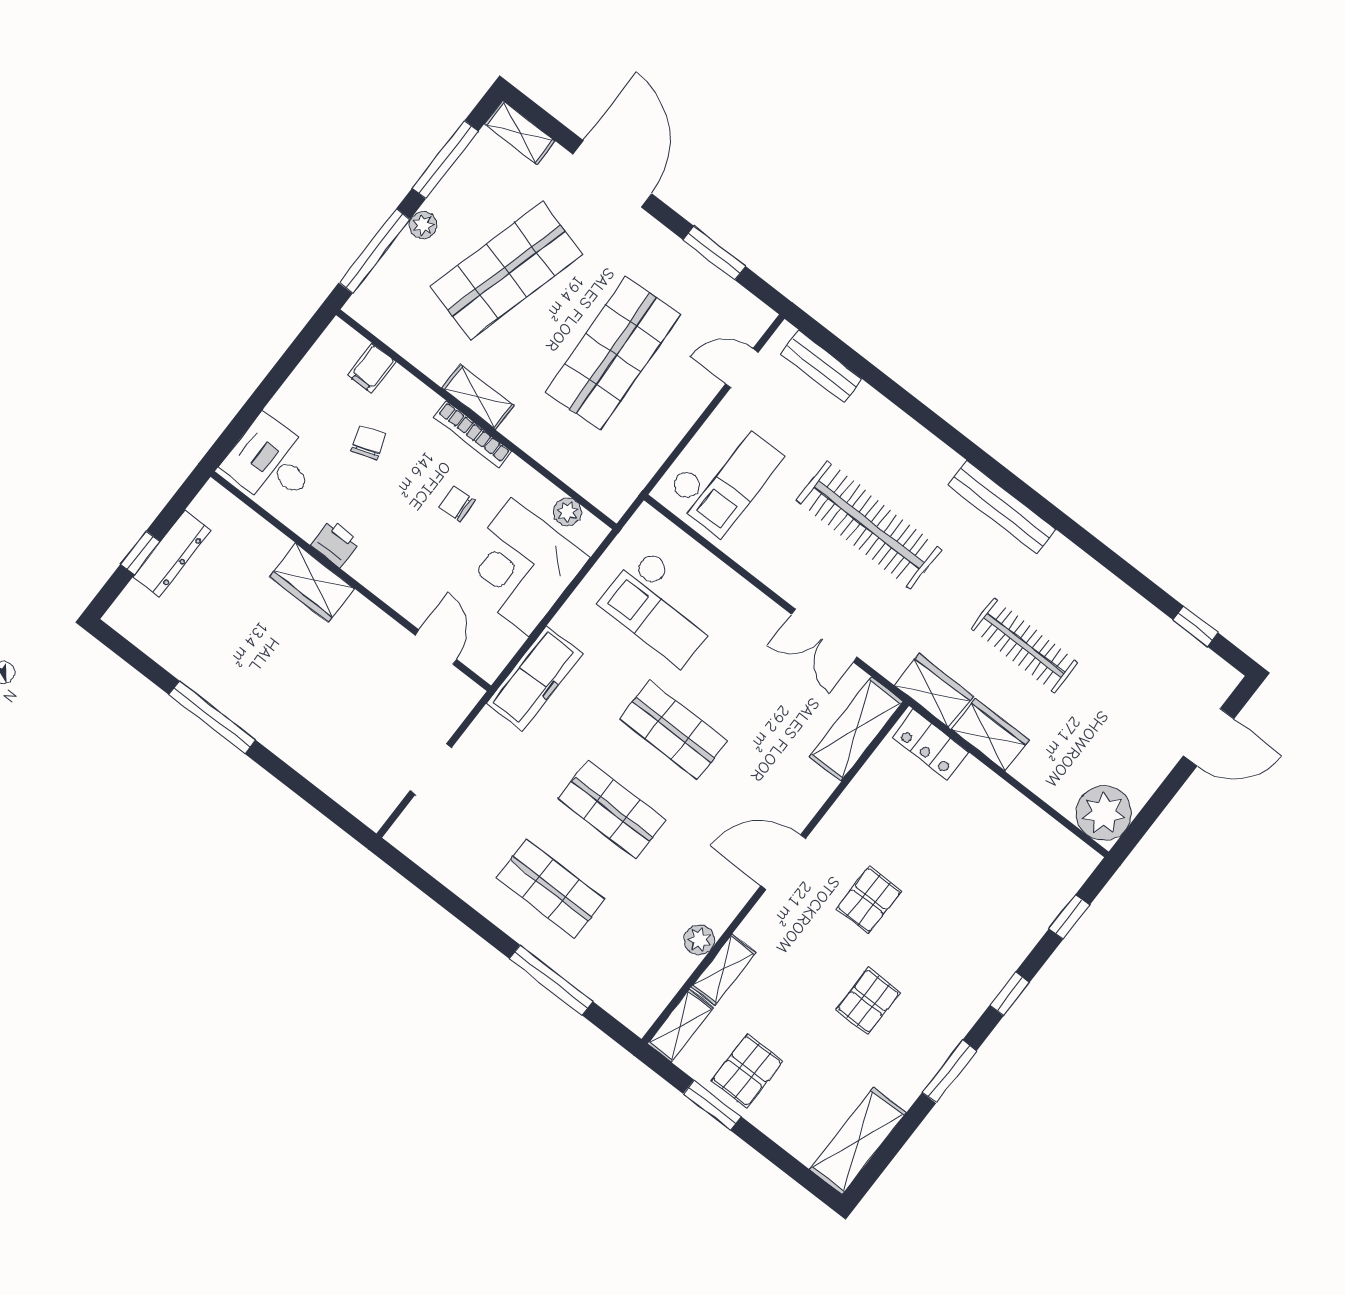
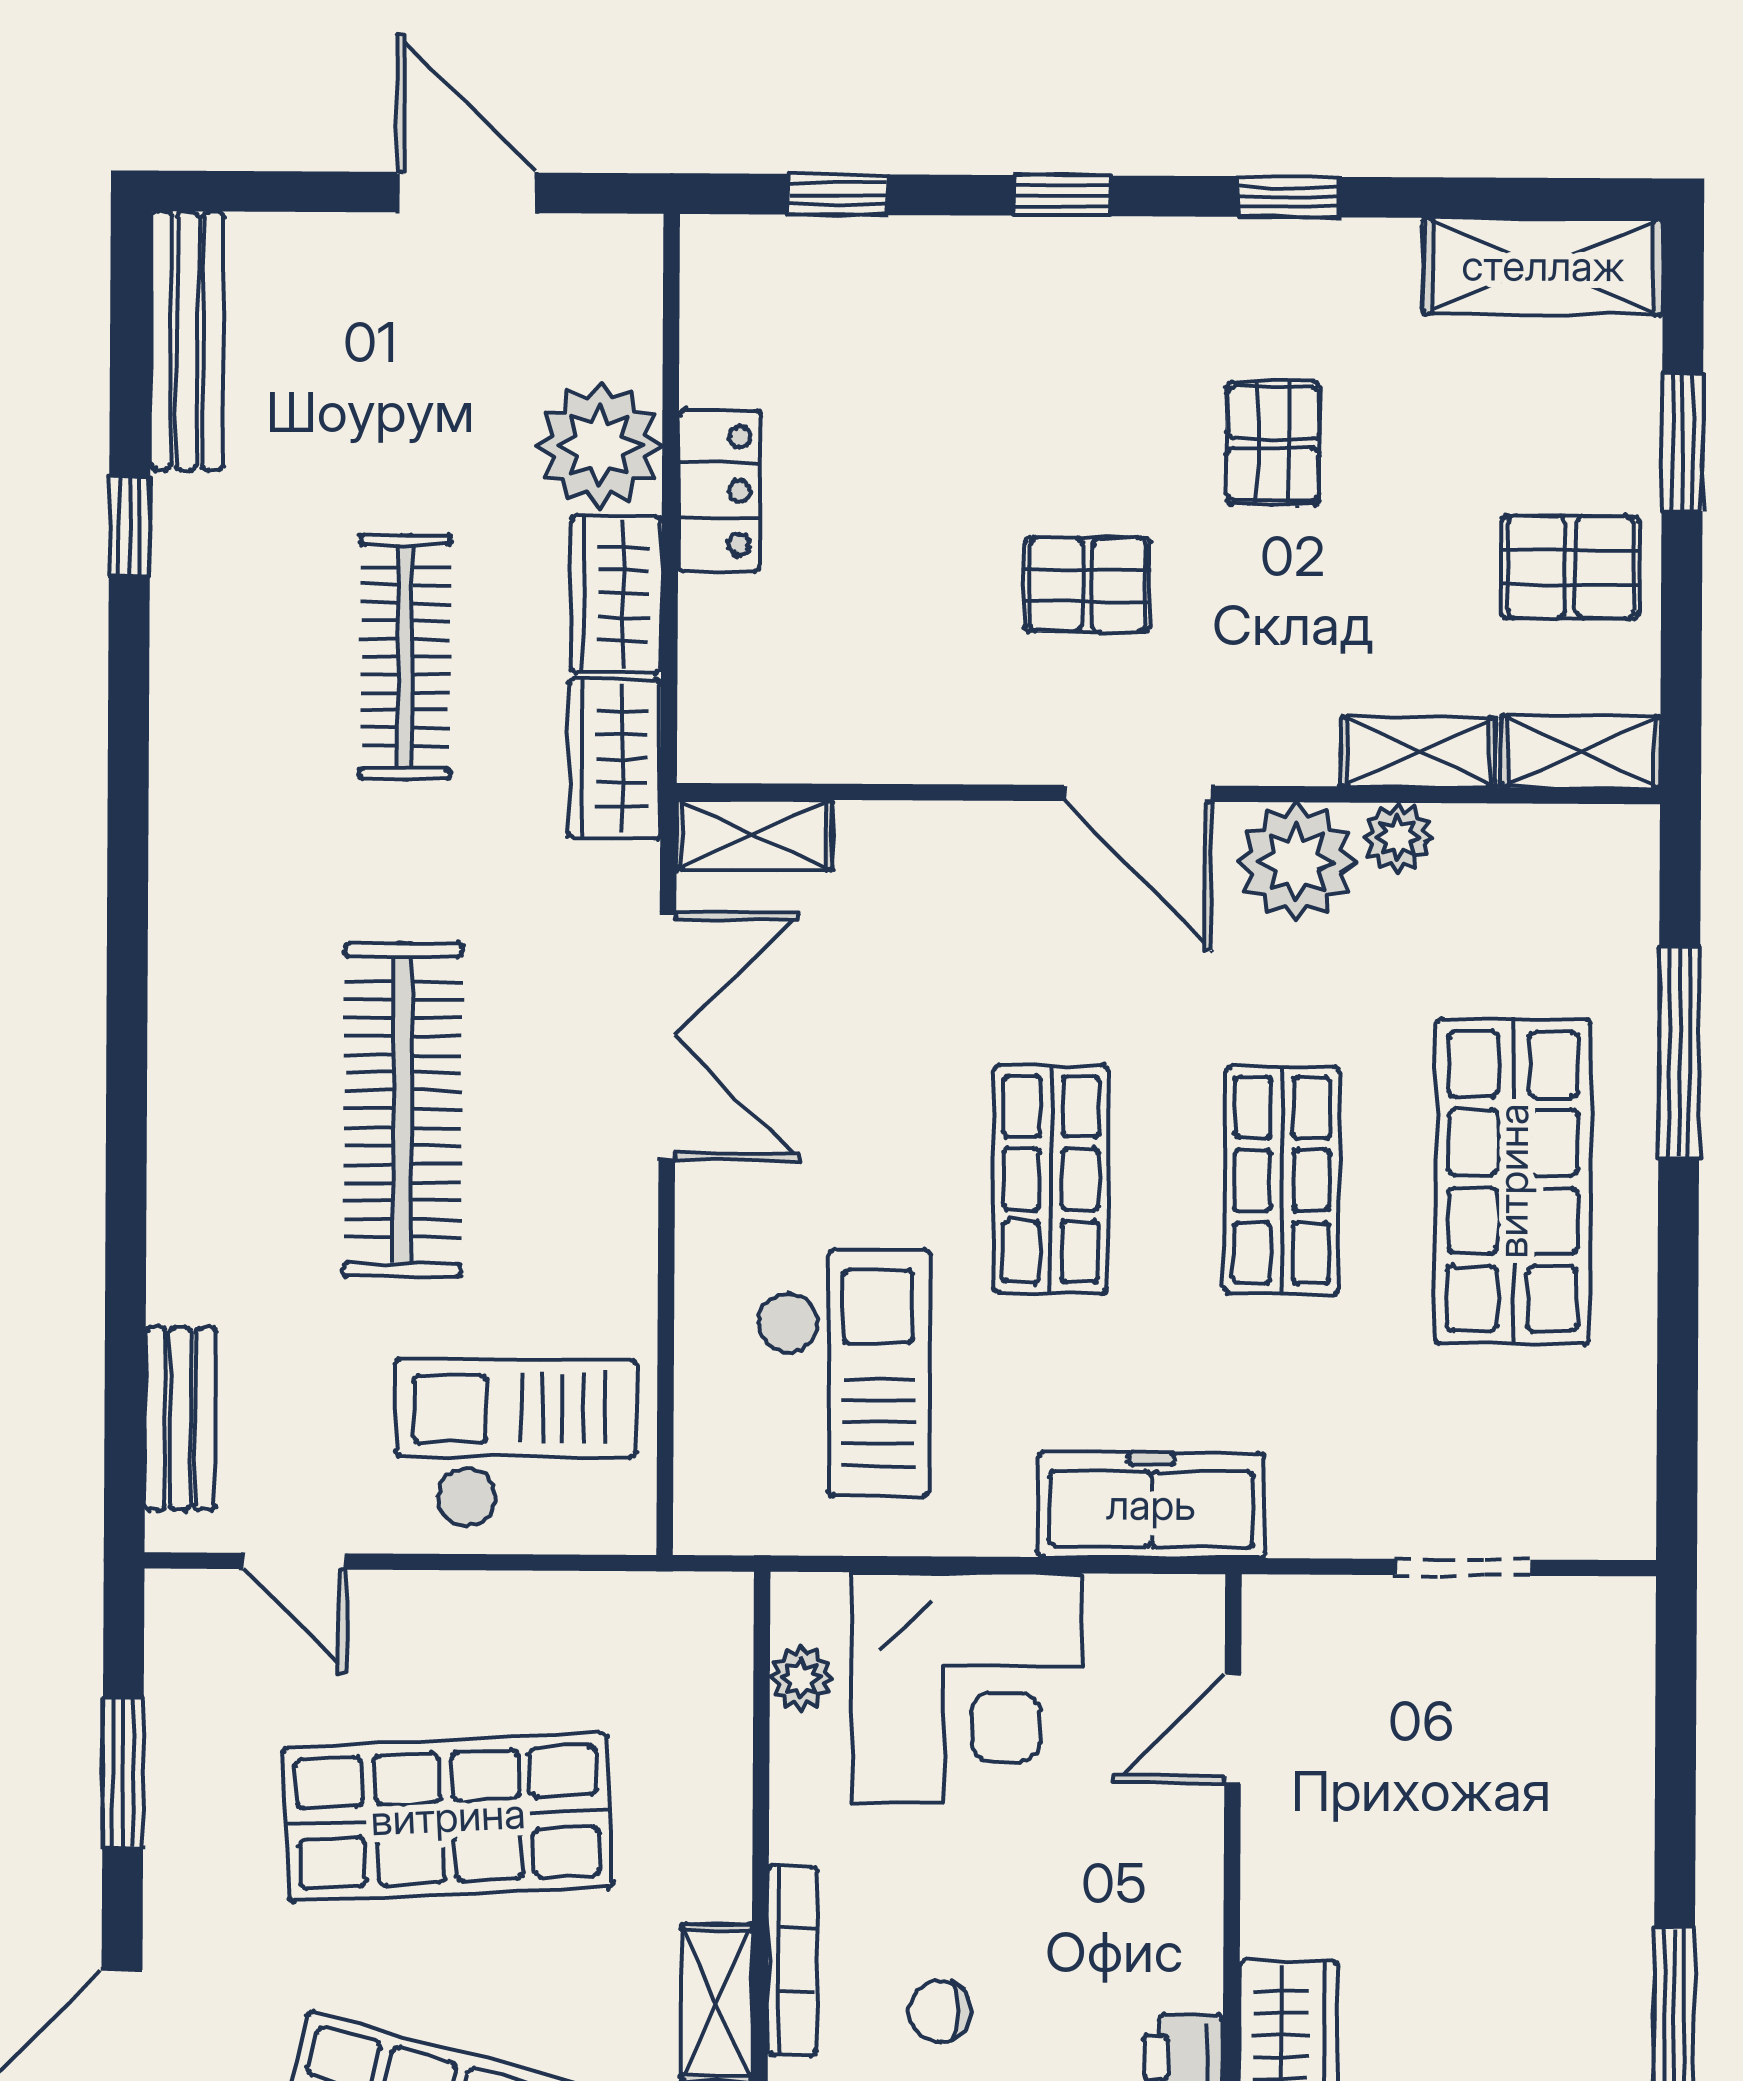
chair: (457, 504) -> (940, 2011), moved, turned 93
bench: (1002, 507) -> (187, 341), moved
window: (1196, 626) -> (129, 527), moved
double door: (824, 636) -> (667, 1036), width x1.37
shelving: (856, 729) -> (754, 834), width x0.67, depth x0.75
door: (1209, 737) -> (466, 193), moved
locker: (930, 745) -> (719, 491), moved
plant: (1104, 813) -> (599, 446), moved
shop shelf: (550, 889) -> (1513, 1181), width x1.43, depth x1.36
plant: (718, 899) -> (1297, 862), added
pallet: (868, 1001) -> (1273, 443), turned 90
window: (949, 1072) -> (1289, 197), width x0.67
window: (712, 1105) -> (1682, 442), moved

